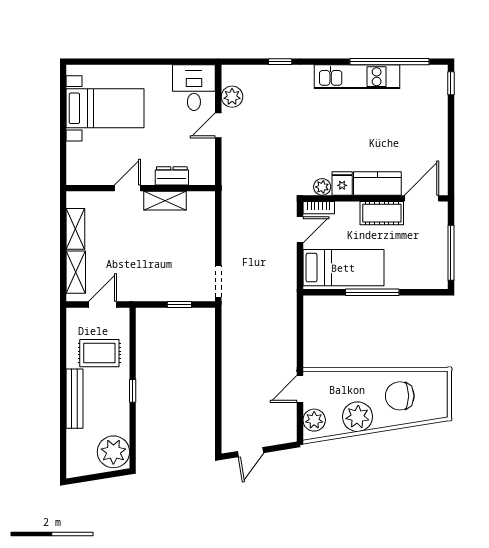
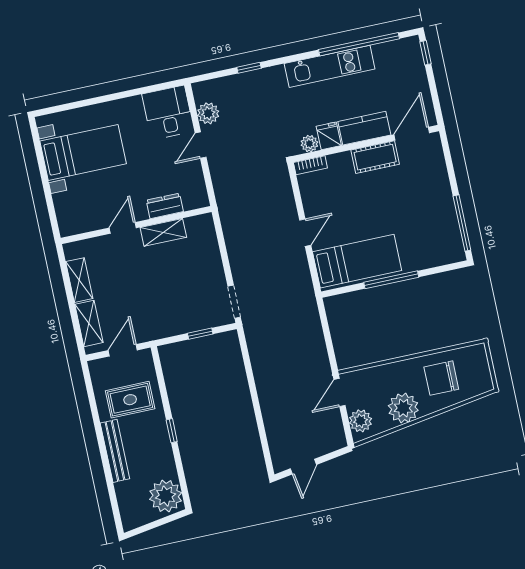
fridge: (342, 183) -> (329, 136), moved
kitchen counter: (377, 183) -> (364, 128), moved
plant: (322, 187) -> (309, 144), moved
wall: (375, 198) -> (366, 144), moved
door: (421, 198) -> (412, 134), moved
bookcase: (319, 208) -> (310, 165), moved
cot: (382, 213) -> (375, 157), moved

